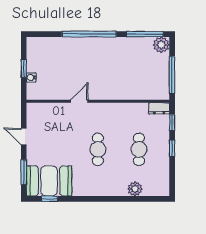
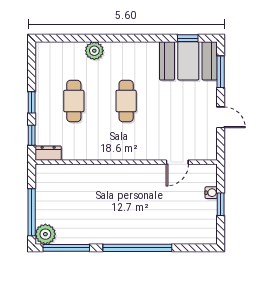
window: (172, 75) -> (32, 212), moved
door: (79, 101) -> (177, 162), moved
plant: (135, 189) -> (94, 51), moved

